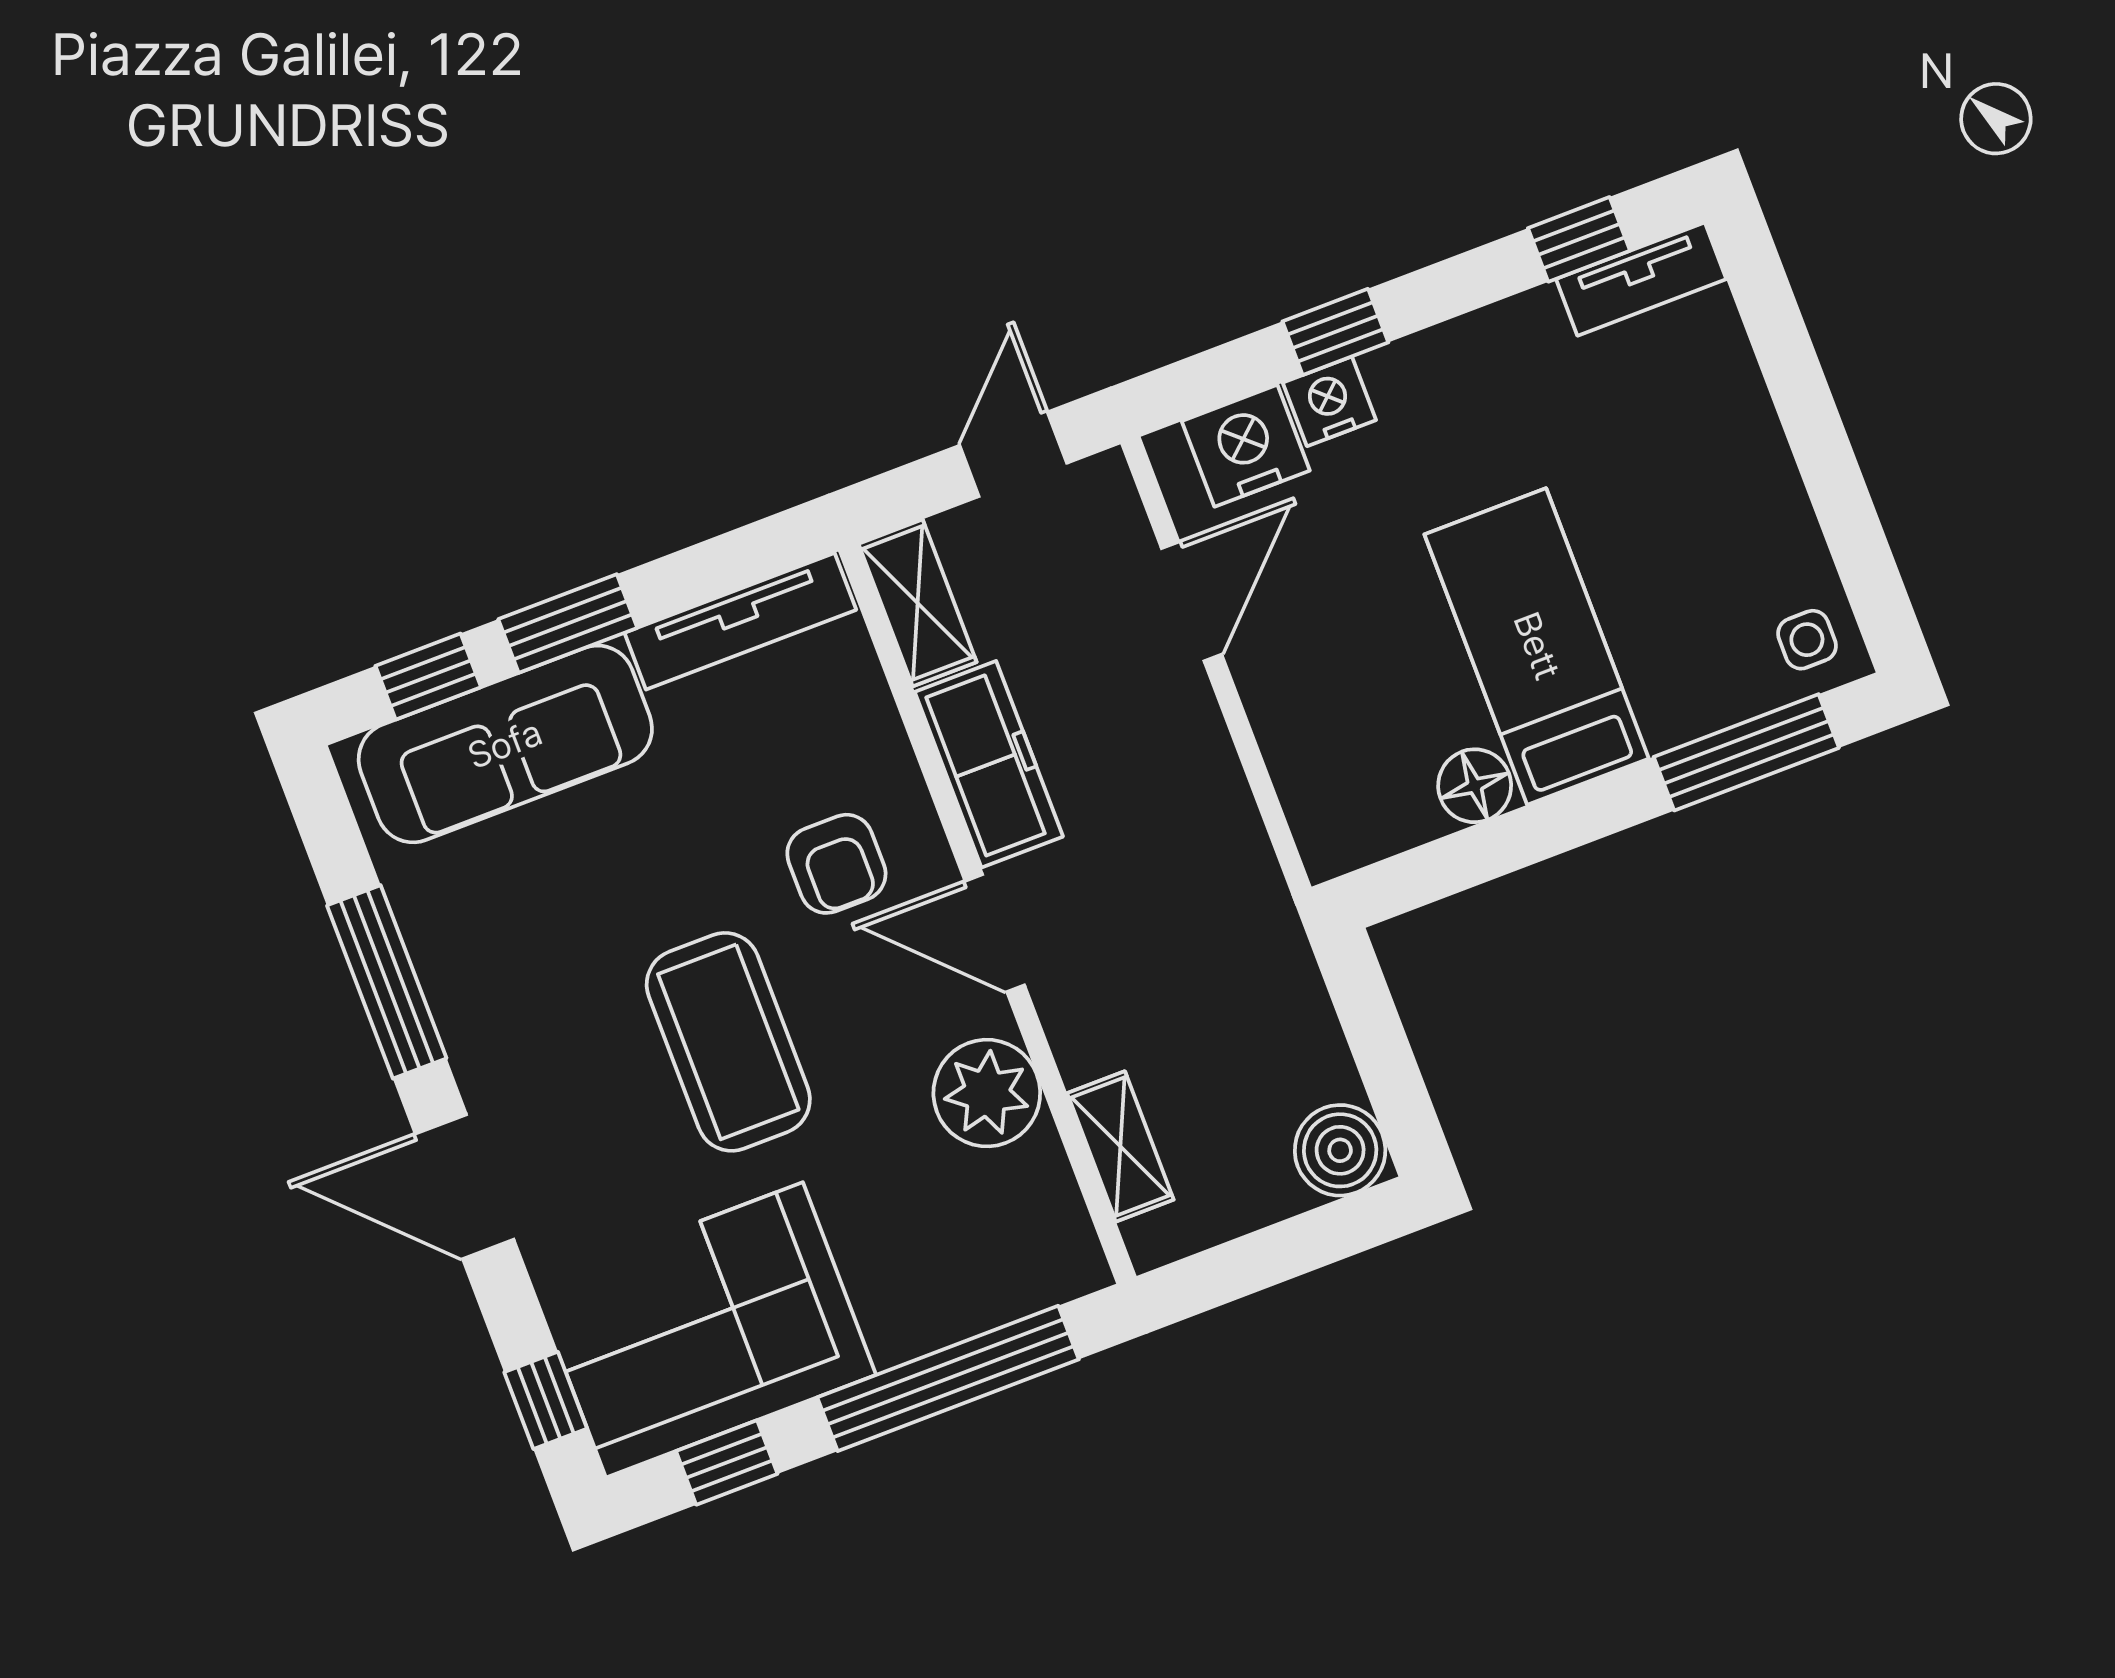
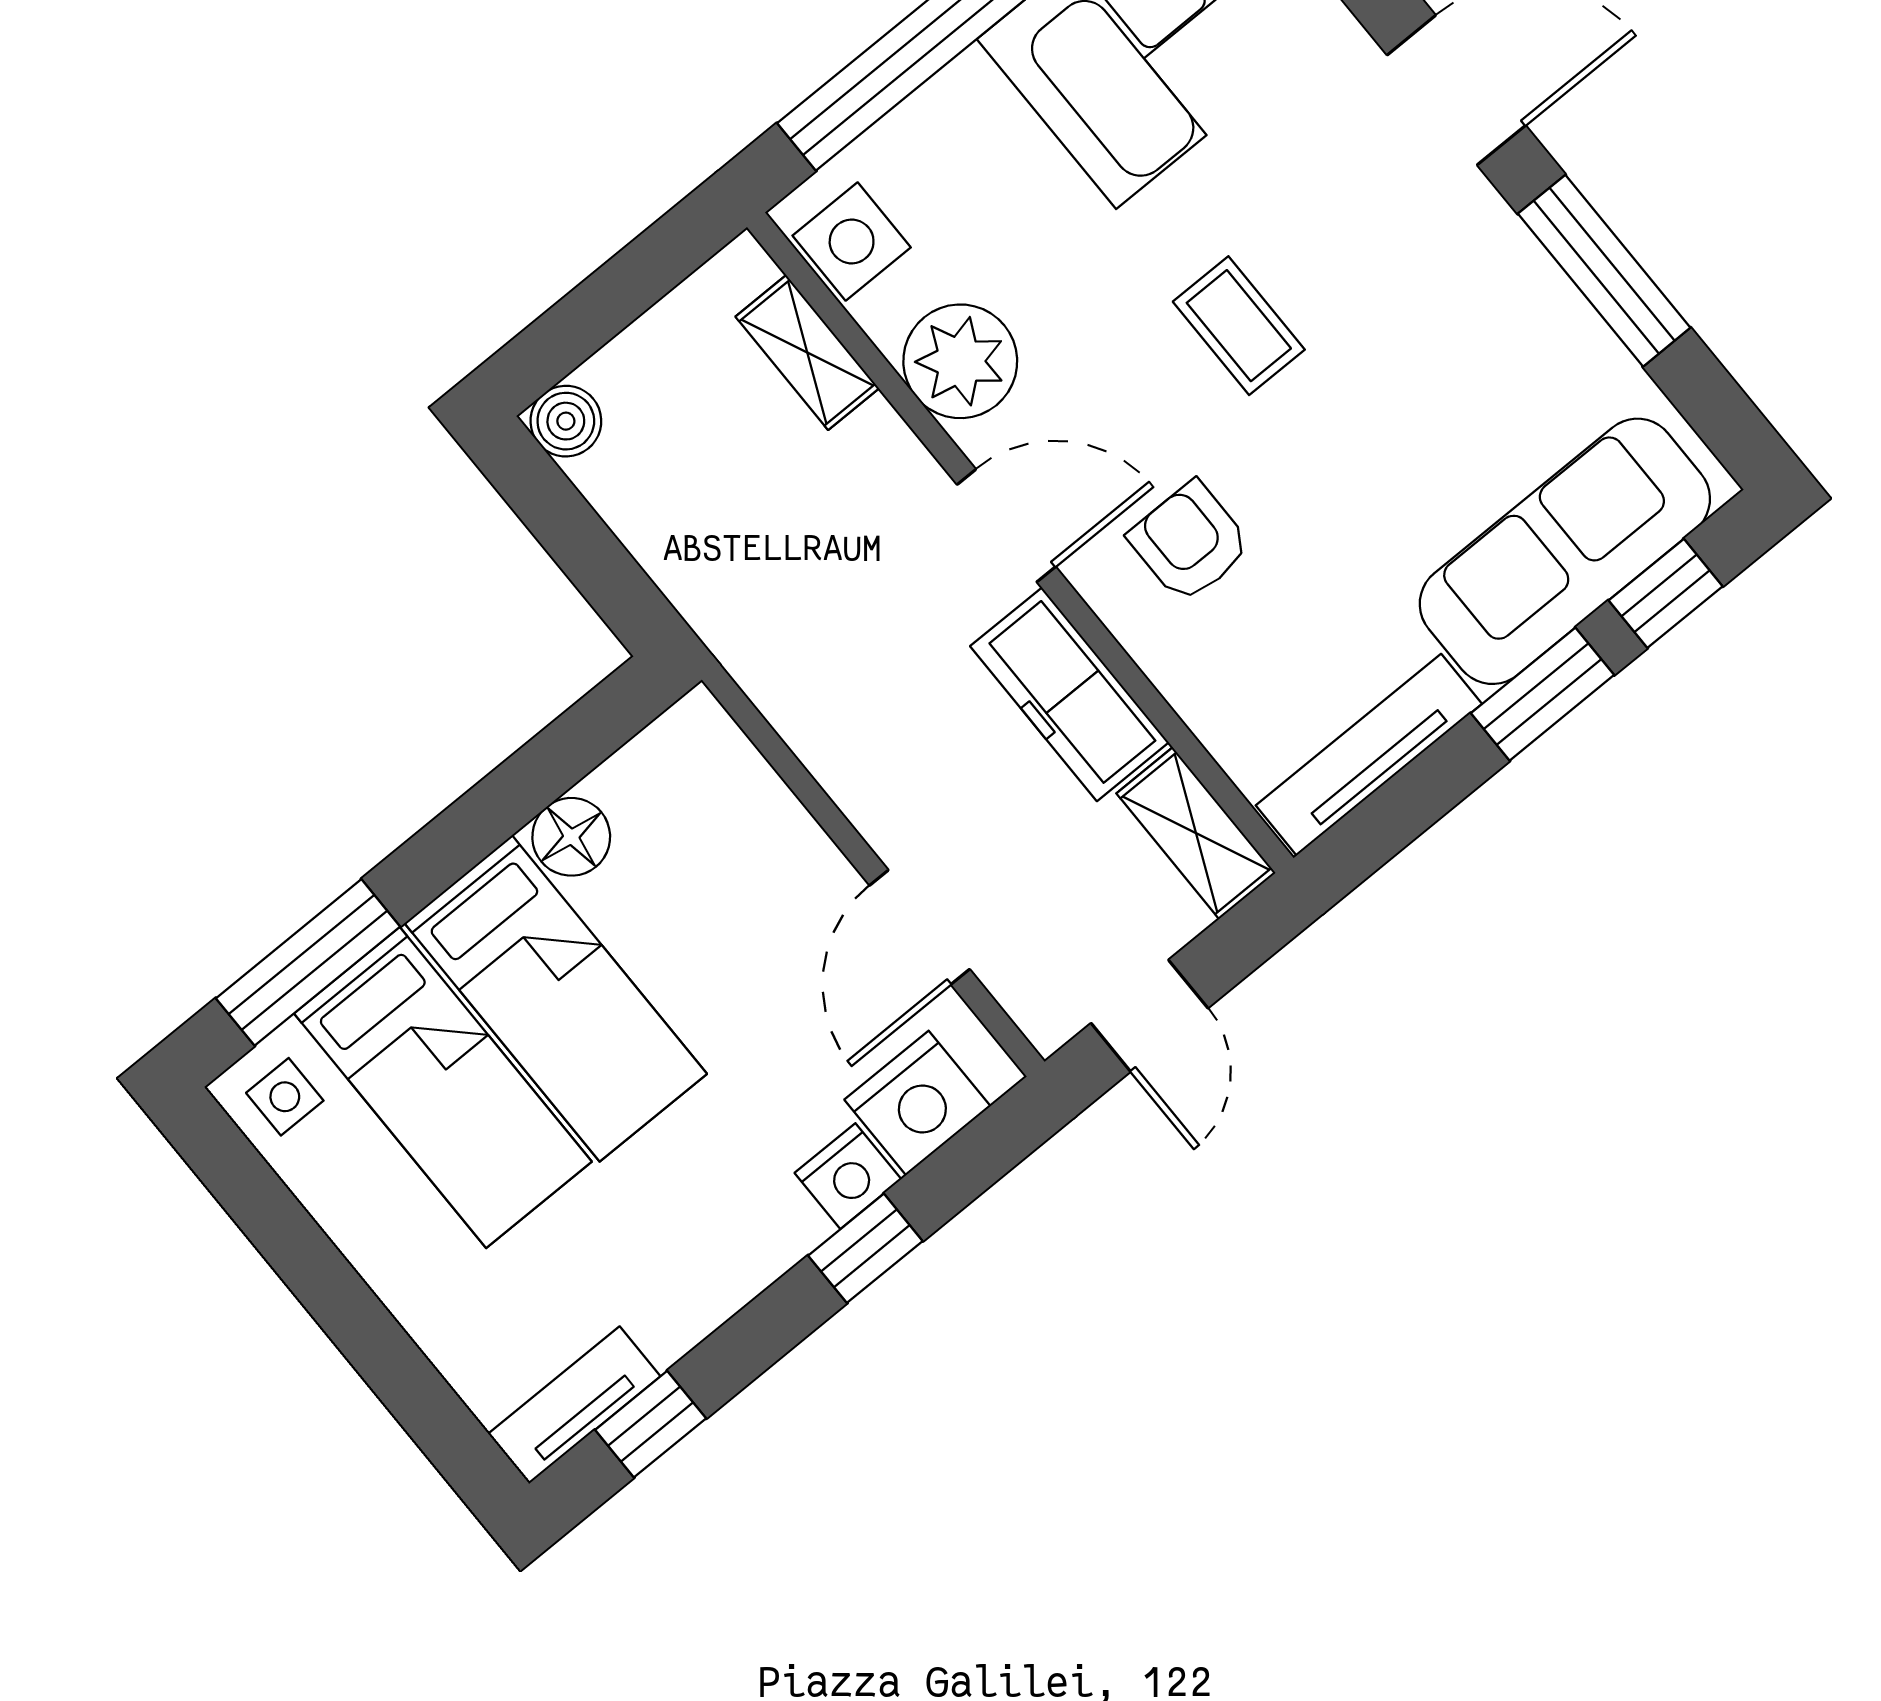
bed: (1664, 601) -> (443, 1088), added
coffee table: (728, 1042) -> (1239, 326), width x0.54, depth x0.58
boiler: (1340, 1150) -> (566, 421), width x0.73, depth x0.73
side table: (1048, 1232) -> (852, 242), added

